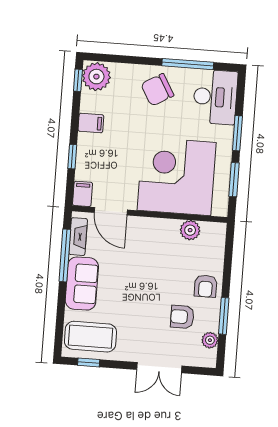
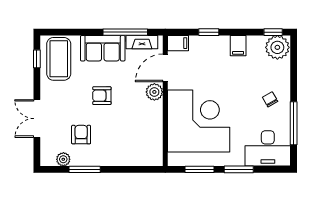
chair: (157, 90) -> (270, 99), width x0.54, depth x0.54
plant: (190, 230) -> (154, 92), moved
armchair: (206, 286) -> (102, 96), moved

